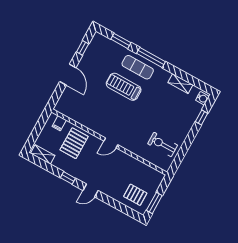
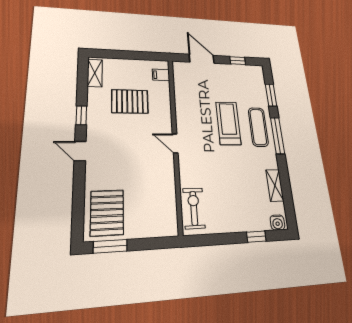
door: (68, 75) -> (202, 59), swing flipped
filing cabinet: (59, 123) -> (161, 75), moved
wall: (109, 142) -> (175, 141), moved
door: (111, 143) -> (175, 143), moved
pallet: (135, 195) -> (107, 213), width x1.50, depth x1.42

